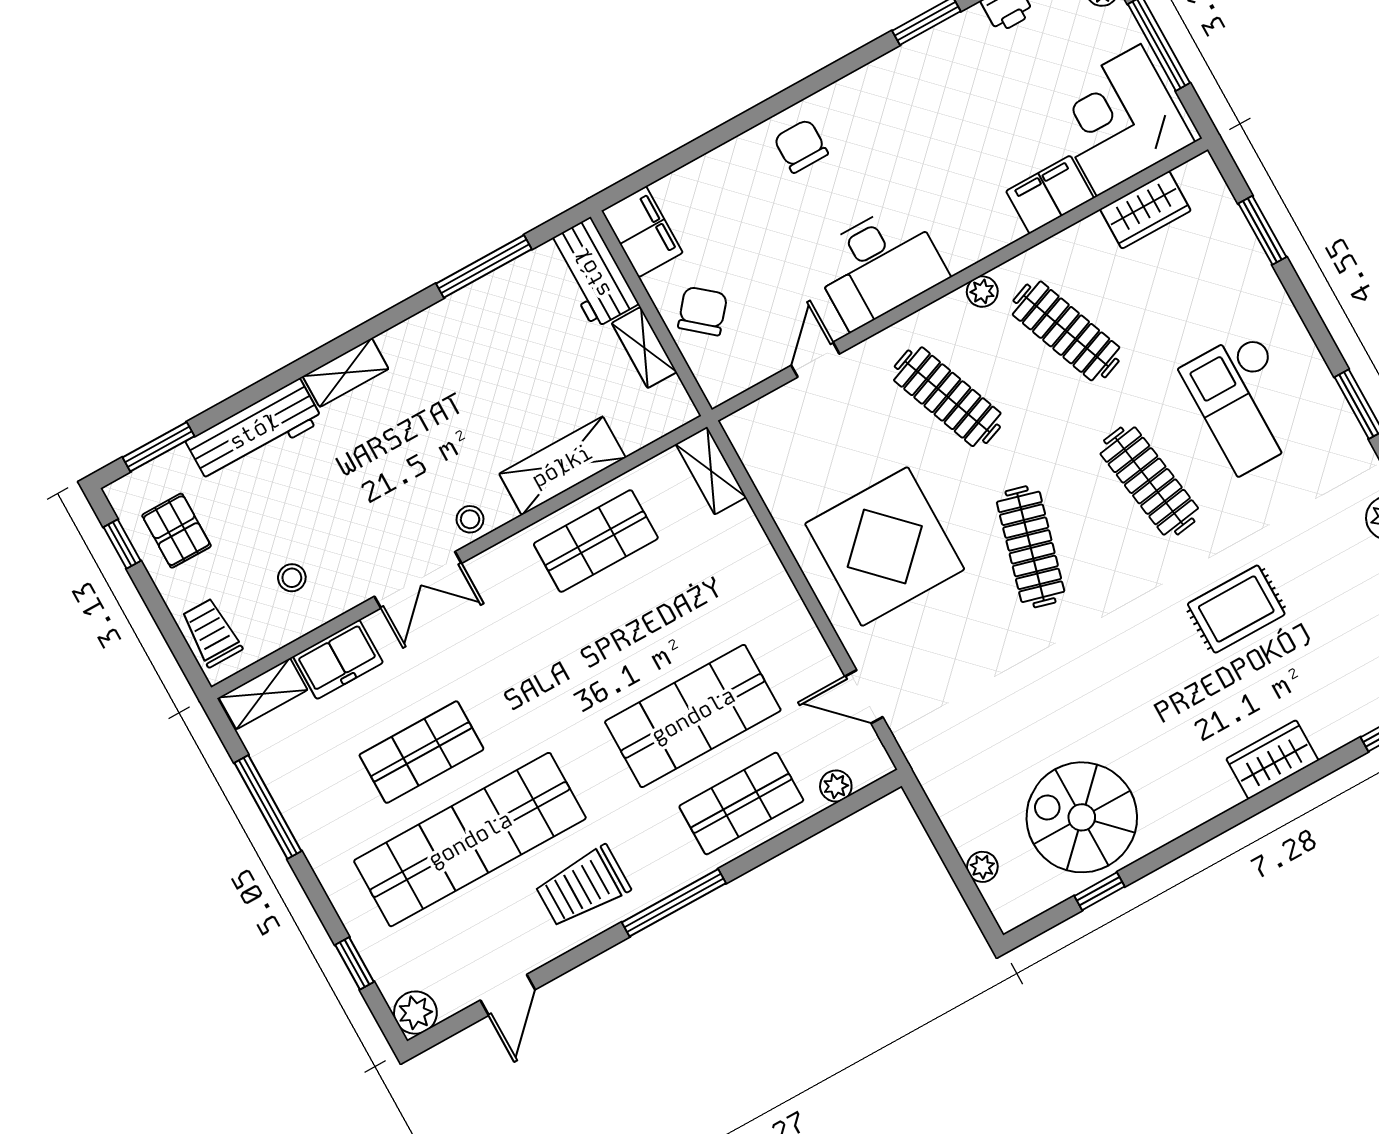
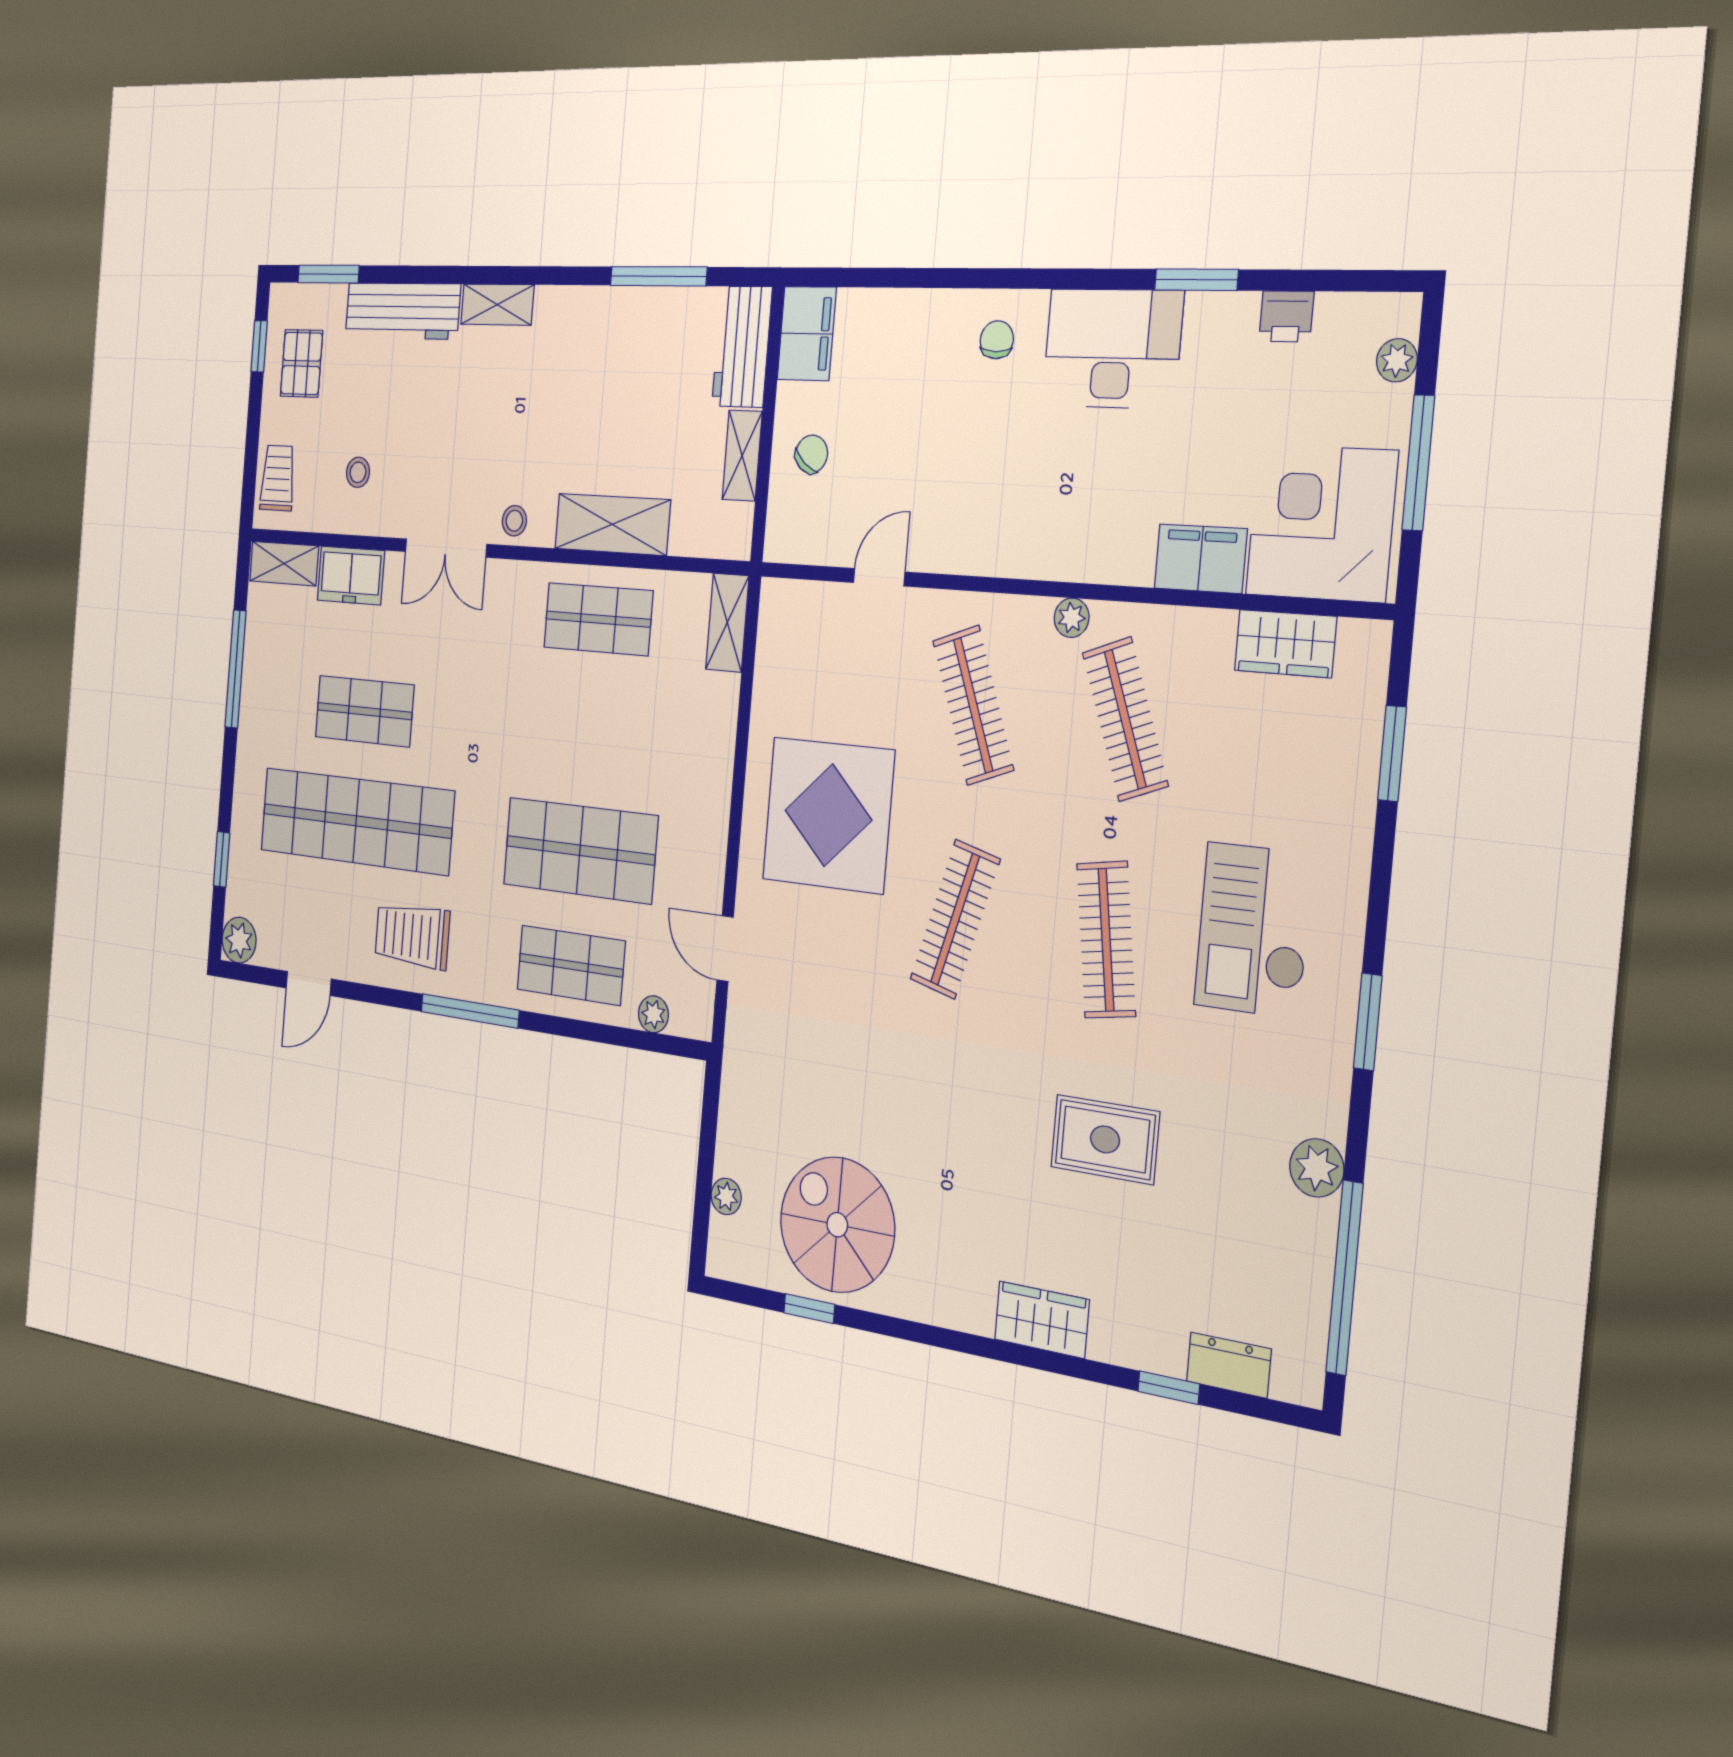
chair: (801, 146) -> (997, 340), width x0.73, depth x0.73
desk: (879, 266) -> (1112, 349), moved, turned 180
chair: (703, 311) -> (812, 454), width x0.73, depth x0.73

